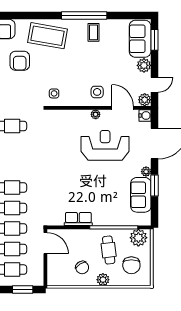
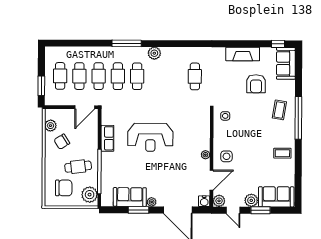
window: (84, 16) -> (298, 118), moved
coffee table: (47, 36) -> (279, 110), width x0.54, depth x0.58
window: (155, 40) -> (261, 210), moved
armchair: (20, 61) -> (256, 84), turned -90
reception desk: (105, 145) -> (150, 137), moved, turned 90
chair: (131, 265) -> (64, 188), turned 180
plant: (103, 280) -> (50, 126), moved

